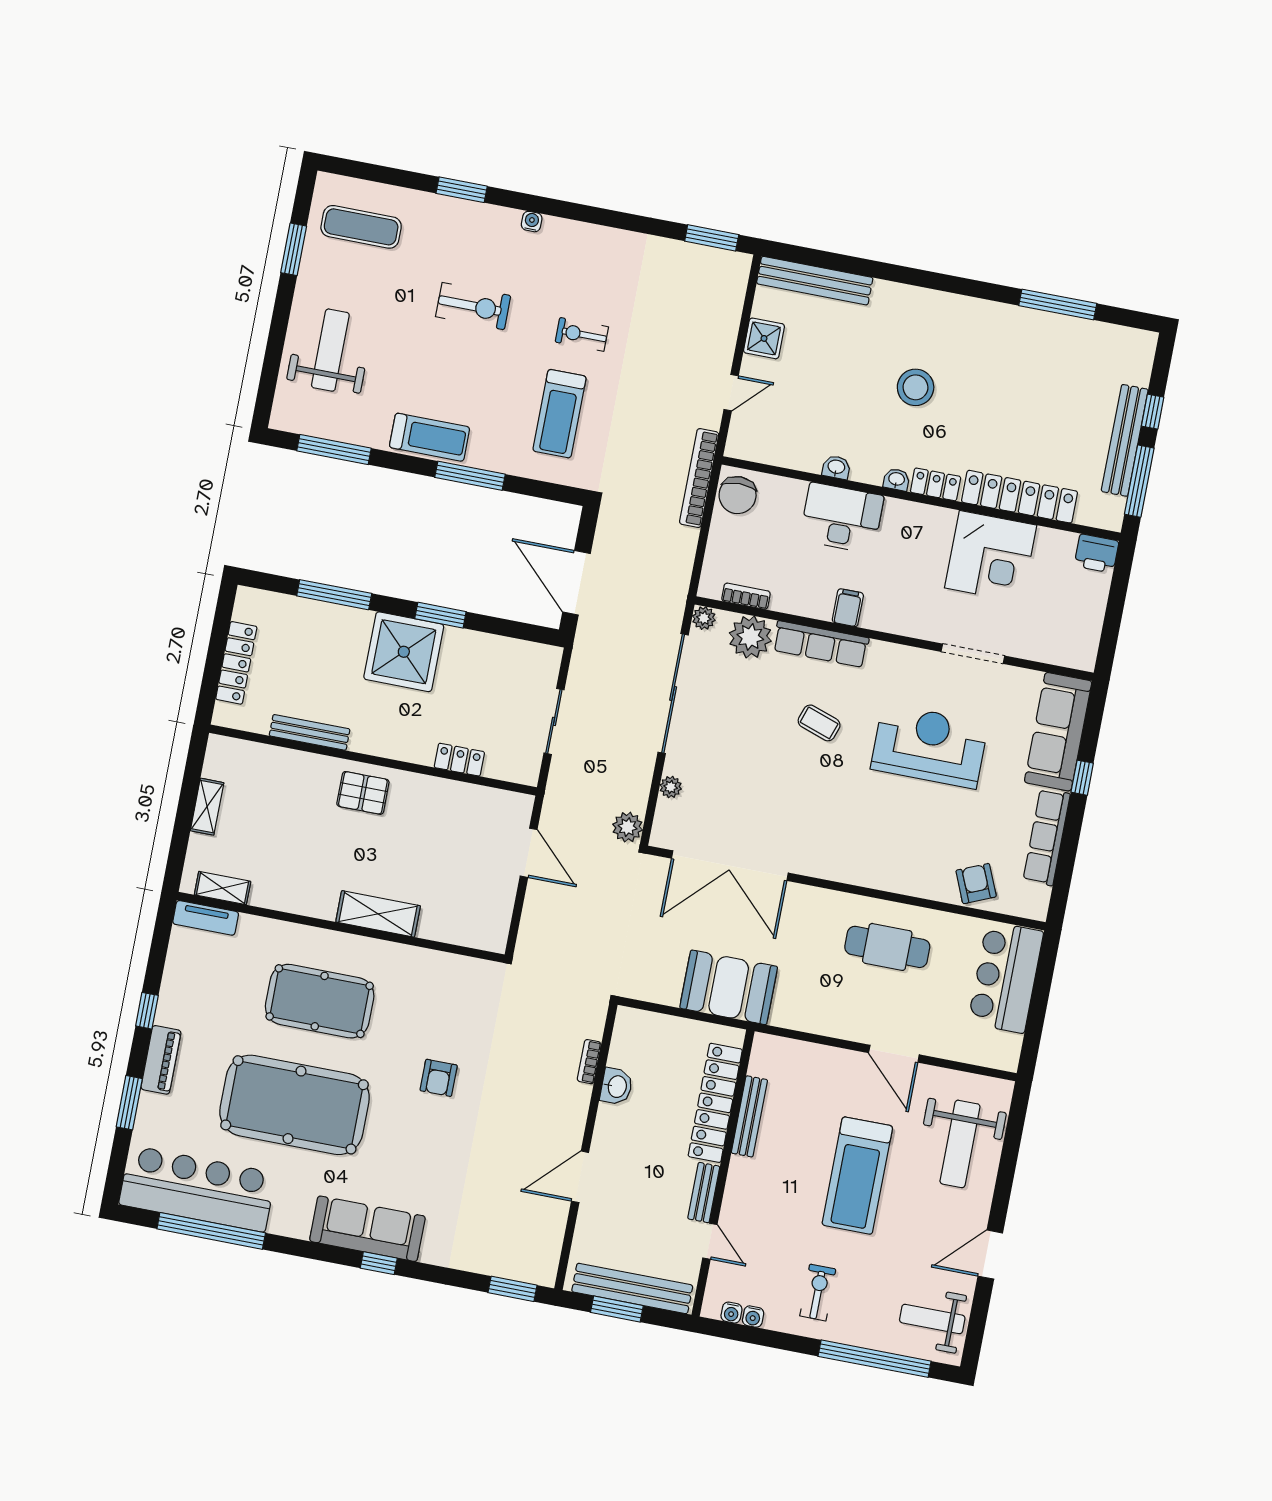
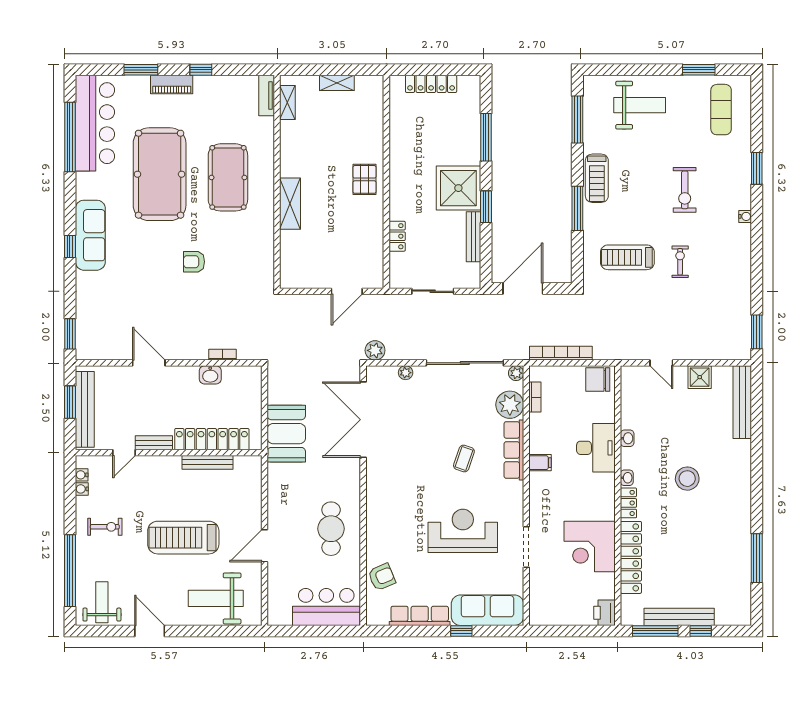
bookcase: (699, 478) -> (561, 353), moved
bench: (310, 732) -> (474, 237), moved
reception desk: (929, 746) -> (463, 531), turned -90

